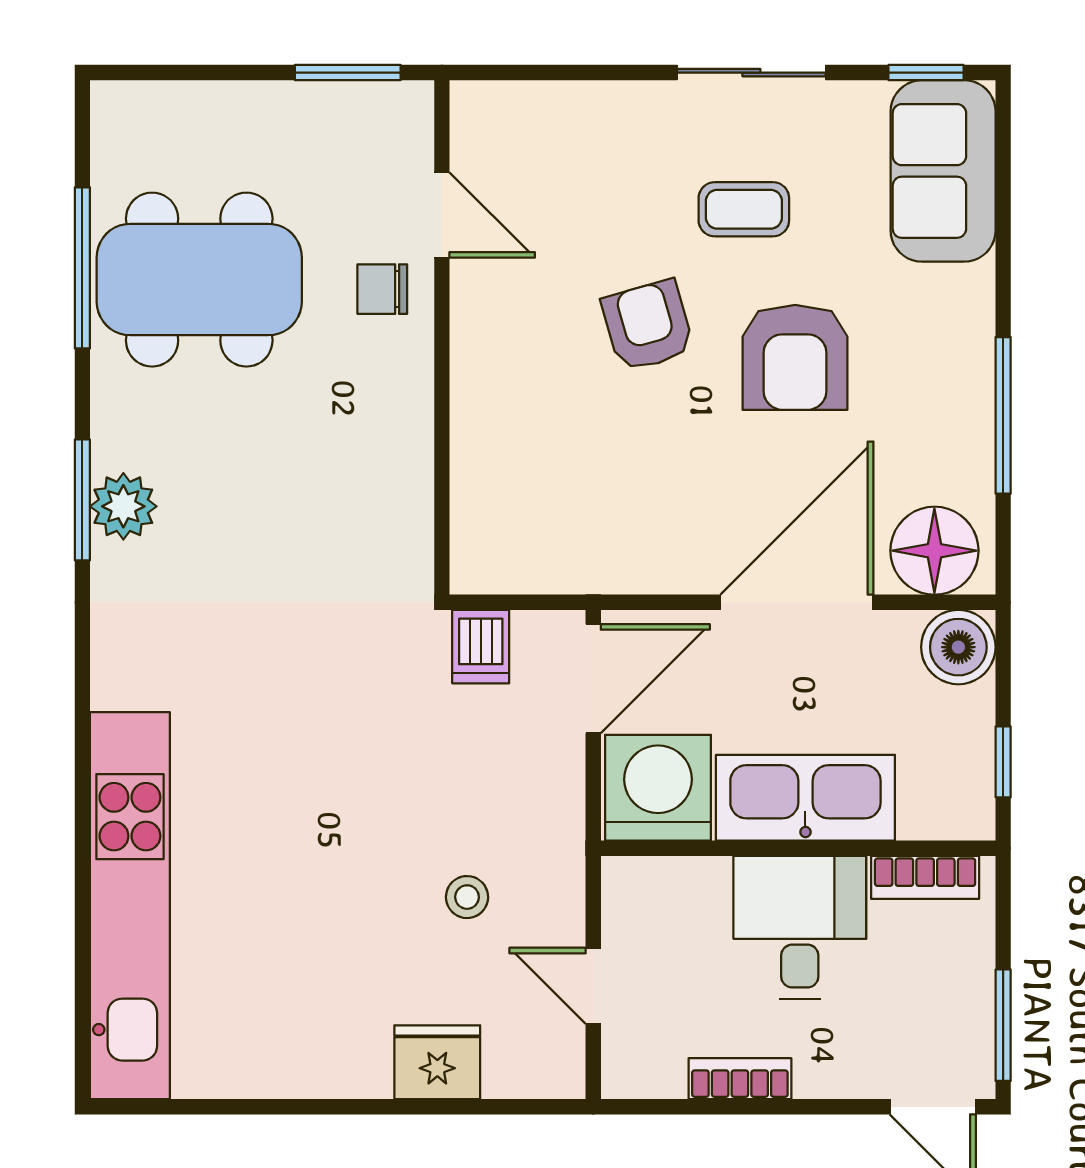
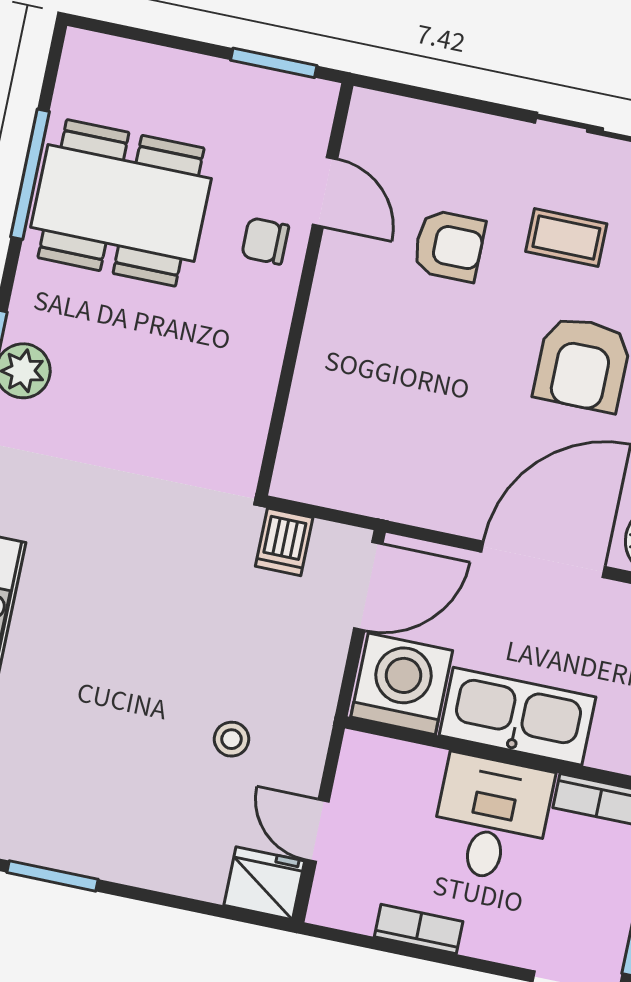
armchair: (648, 326) -> (449, 246), moved, turned 106
fridge: (437, 1062) -> (264, 883), moved
window: (286, 1107) -> (52, 876), added

